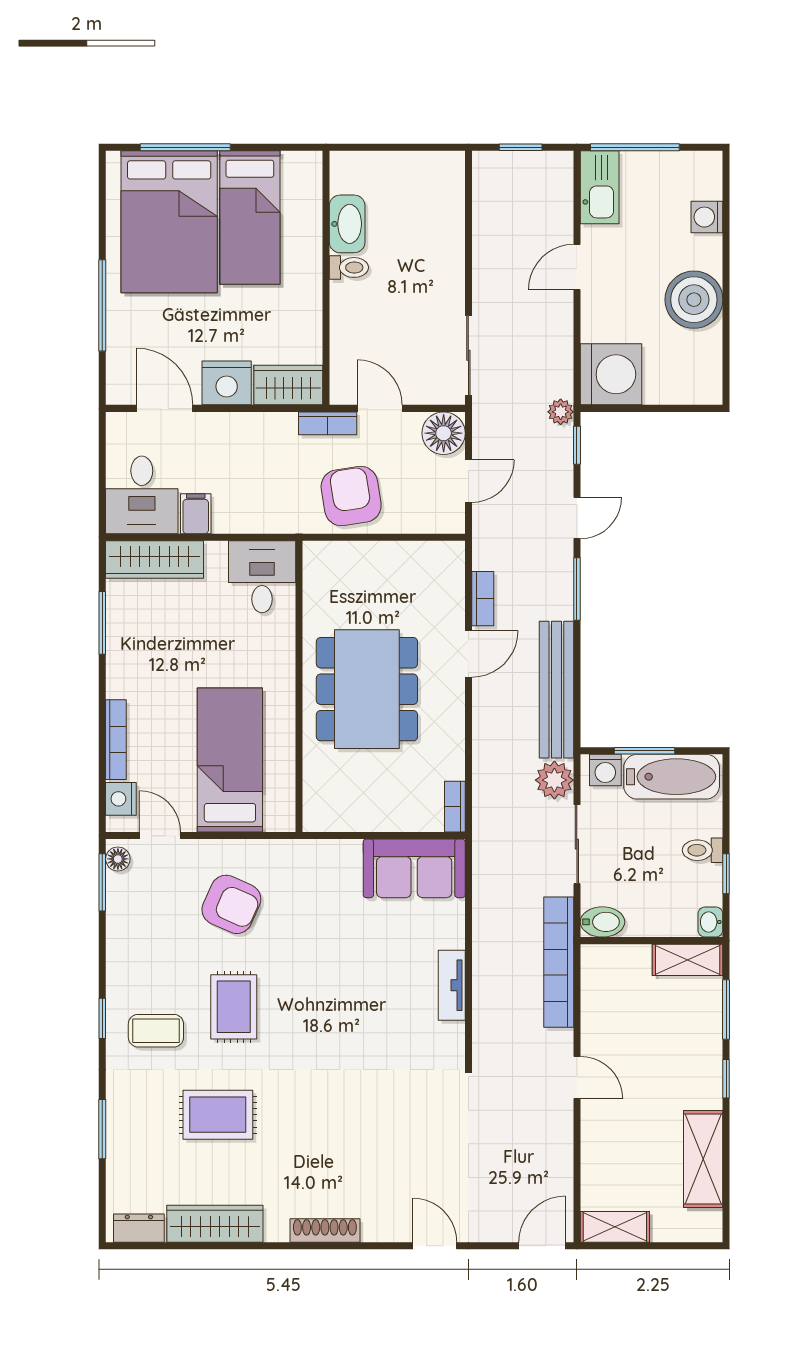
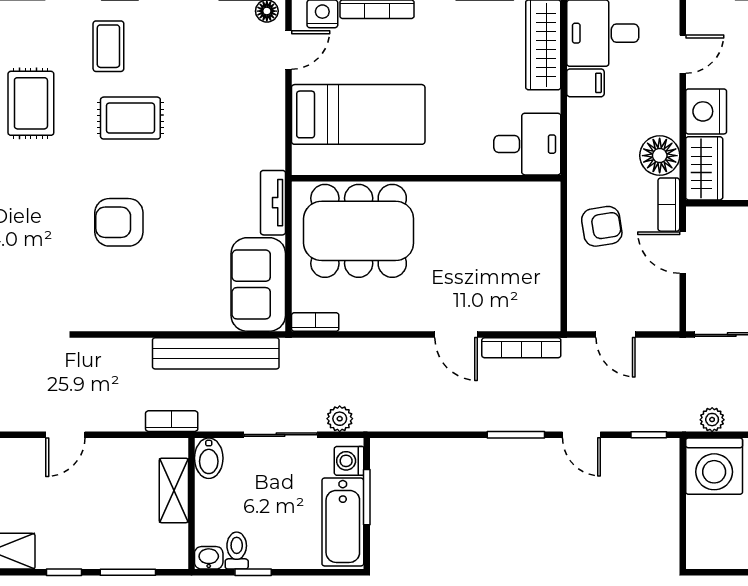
door: (165, 408) -> (683, 54), width x0.73
door: (380, 408) -> (683, 253), swing flipped
plant: (561, 412) -> (712, 420), moved
floor lamp: (444, 433) -> (660, 156), moved
armchair: (351, 496) -> (602, 226), width x0.72, depth x0.72
bookcase: (483, 599) -> (521, 348), width x1.56
dining table: (367, 689) -> (359, 231), moved
bench: (556, 690) -> (216, 353), moved
plant: (554, 780) -> (340, 419), width x0.73, depth x0.73
toilet: (703, 850) -> (237, 551), moved
armchair: (231, 904) -> (119, 222), moved, turned 66
shelving: (688, 960) -> (174, 490), moved
bookcase: (559, 962) -> (172, 421), width x0.43, depth x0.76
tv unit: (452, 985) -> (273, 203), moved, turned -90

